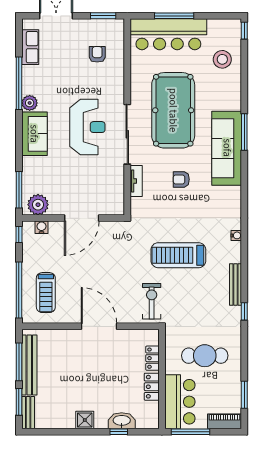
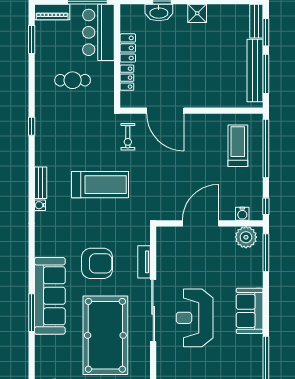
plant: (30, 103) -> (255, 343), removed
armchair: (181, 179) -> (97, 263), width x1.88, depth x1.88
bench: (236, 284) -> (41, 183), moved, width x0.73
exercise bike: (152, 301) -> (128, 137), width x0.73, depth x0.72
door: (99, 326) -> (165, 111), moved
cafe table: (205, 356) -> (73, 80), width x0.73, depth x0.74

